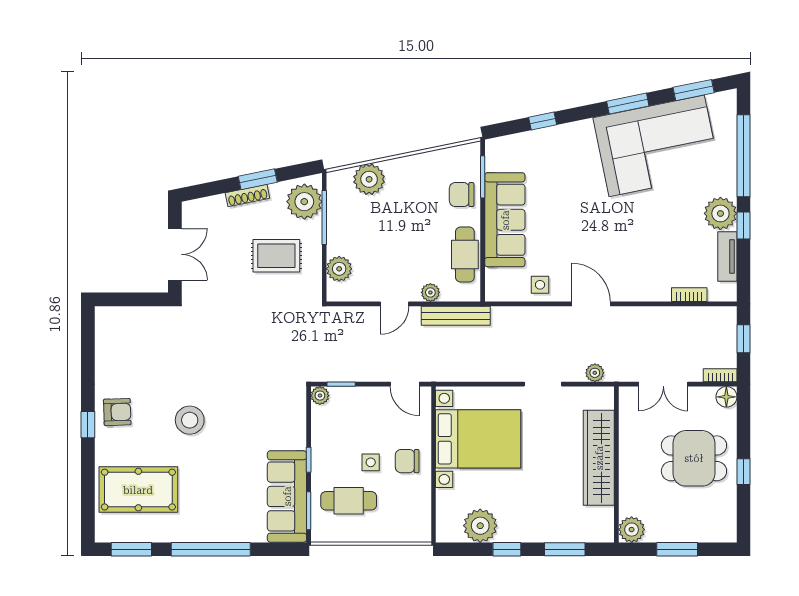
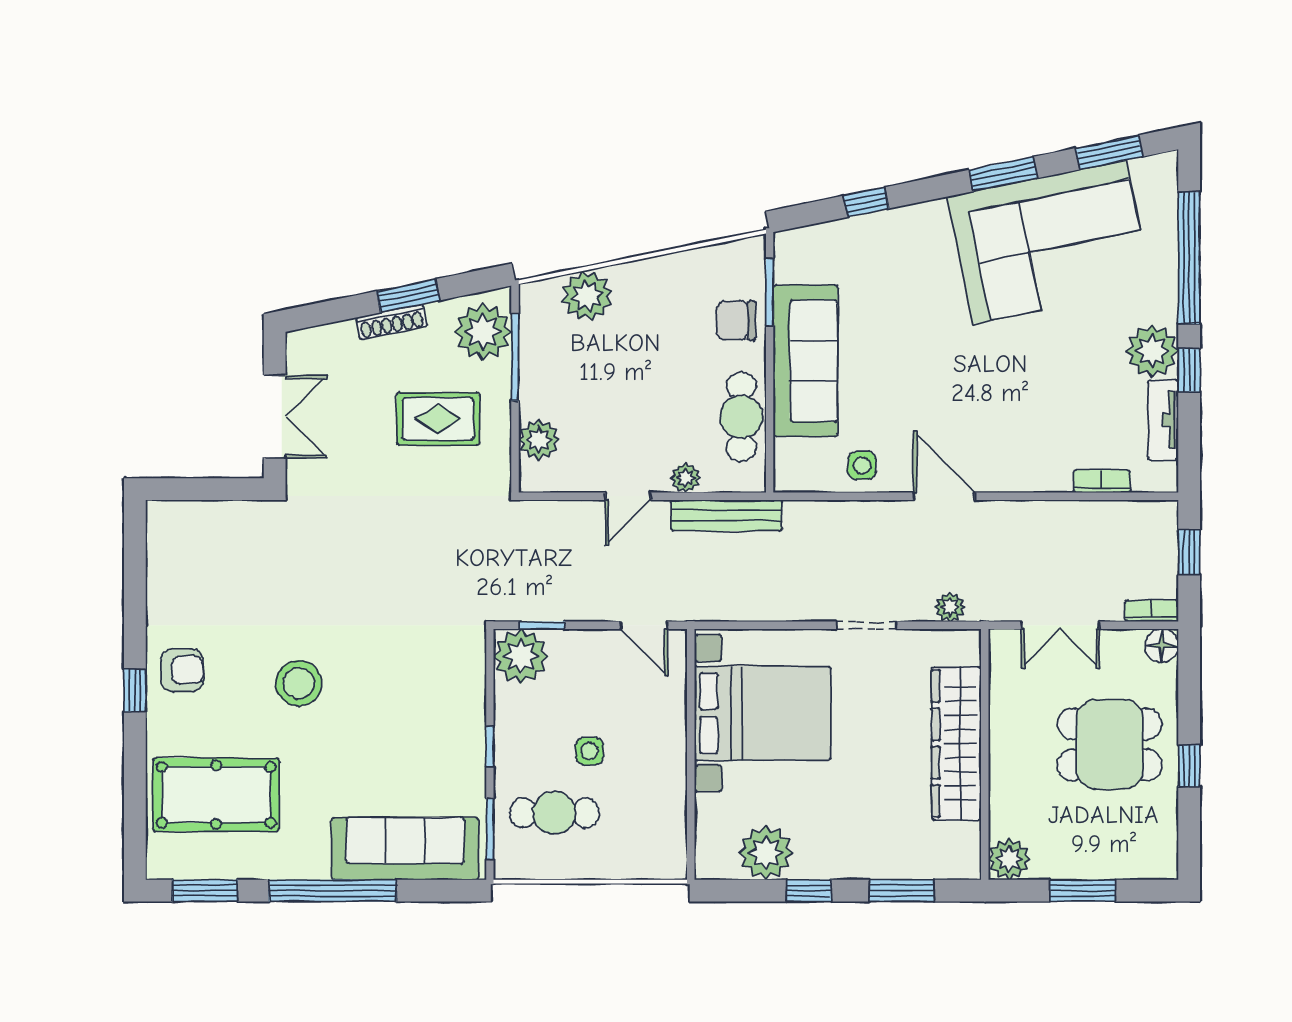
plant: (320, 396) -> (521, 656), width x1.88, depth x1.88
chair: (407, 461) -> (648, 749), removed
sofa: (287, 496) -> (405, 849), moved, turned 90

